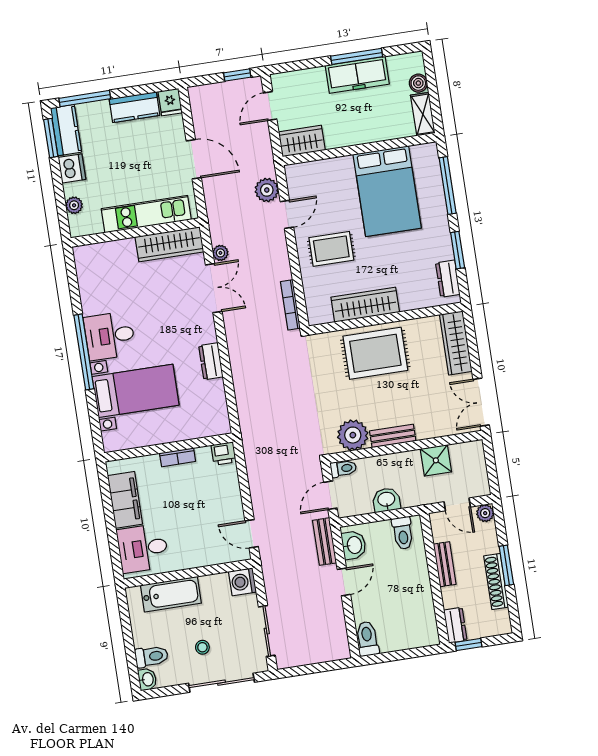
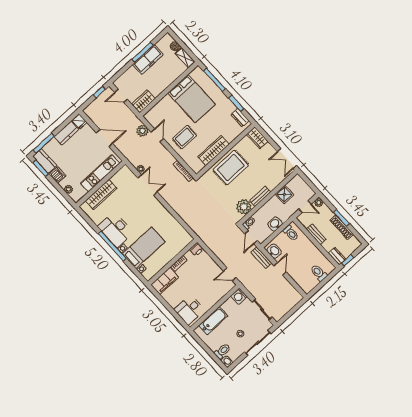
door: (270, 106) -> (121, 96), hinge flipped
wardrobe: (169, 244) -> (101, 194), moved
desk: (110, 336) -> (116, 230), width x1.37
wardrobe: (456, 343) -> (257, 138), width x0.67
dresser: (211, 361) -> (166, 215), removed
filing cabinet: (125, 500) -> (165, 281), moved, turned 90
toilet: (367, 639) -> (319, 273), moved

